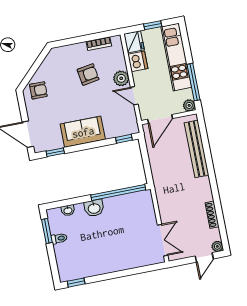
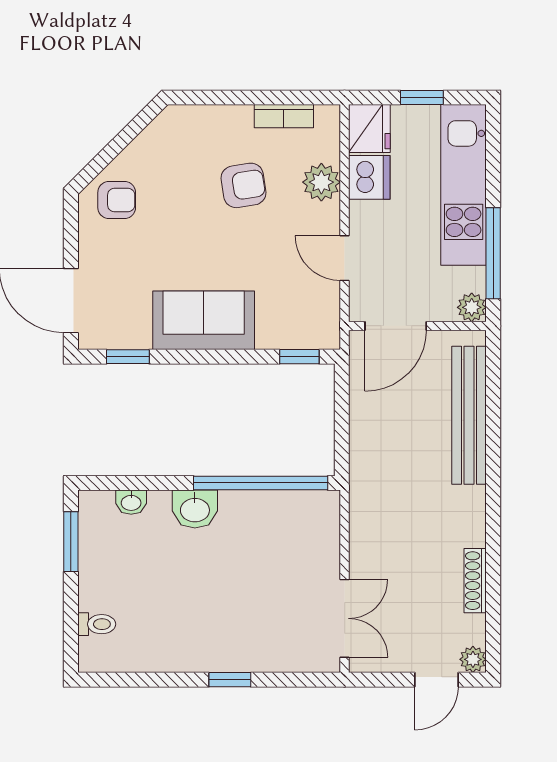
plant: (121, 78) -> (321, 182), moved
toilet: (59, 238) -> (97, 624), moved
window: (76, 283) -> (230, 680), moved

